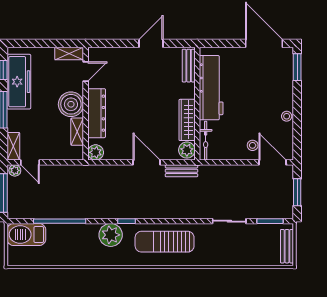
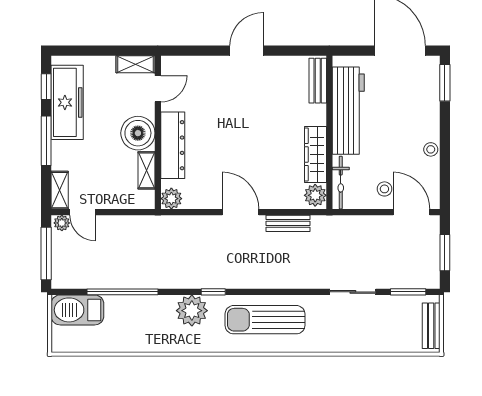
bench: (189, 66) -> (318, 81), moved
workbench: (211, 88) -> (348, 111), moved
wall: (197, 104) -> (329, 132), moved
wardrobe: (187, 120) -> (315, 154), moved
bicycle: (206, 141) -> (341, 183), moved
plant: (187, 150) -> (315, 195), moved

